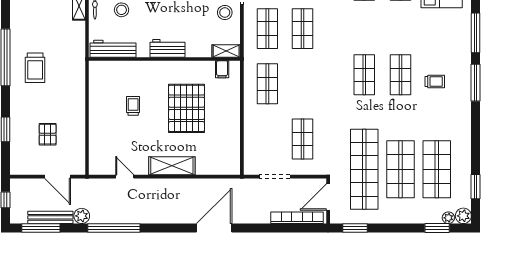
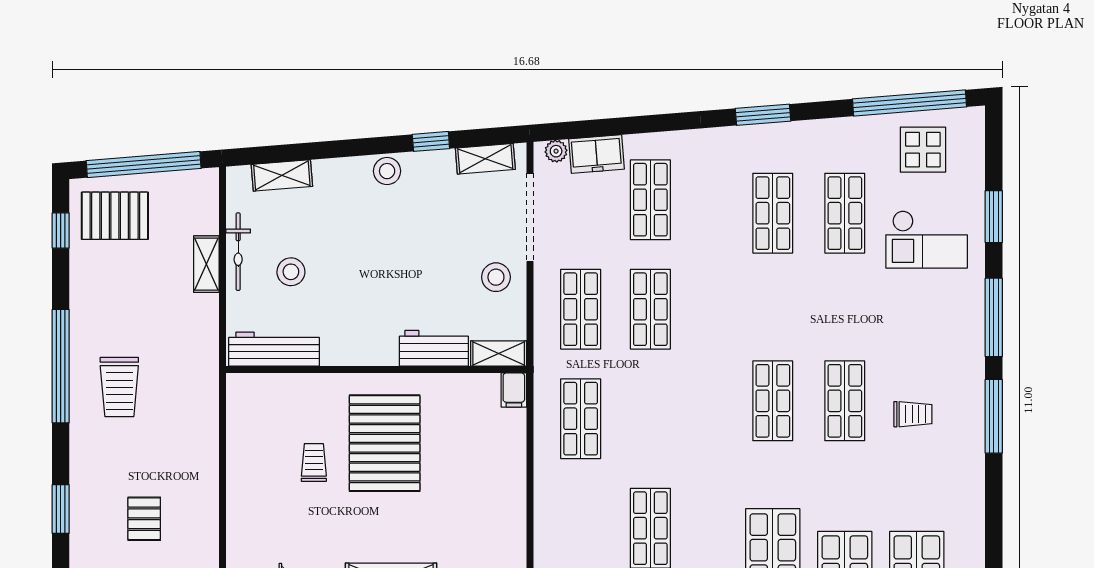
workbench: (168, 48) -> (434, 348), moved
filing cabinet: (222, 69) -> (514, 390), moved
pallet: (187, 108) -> (385, 443), moved

